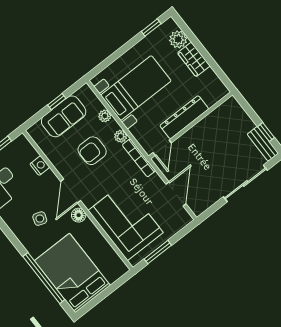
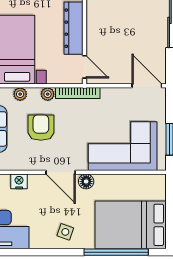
armchair: (92, 151) -> (41, 128), turned 180
door: (176, 194) -> (147, 86), moved
side table: (40, 219) -> (65, 232), moved

